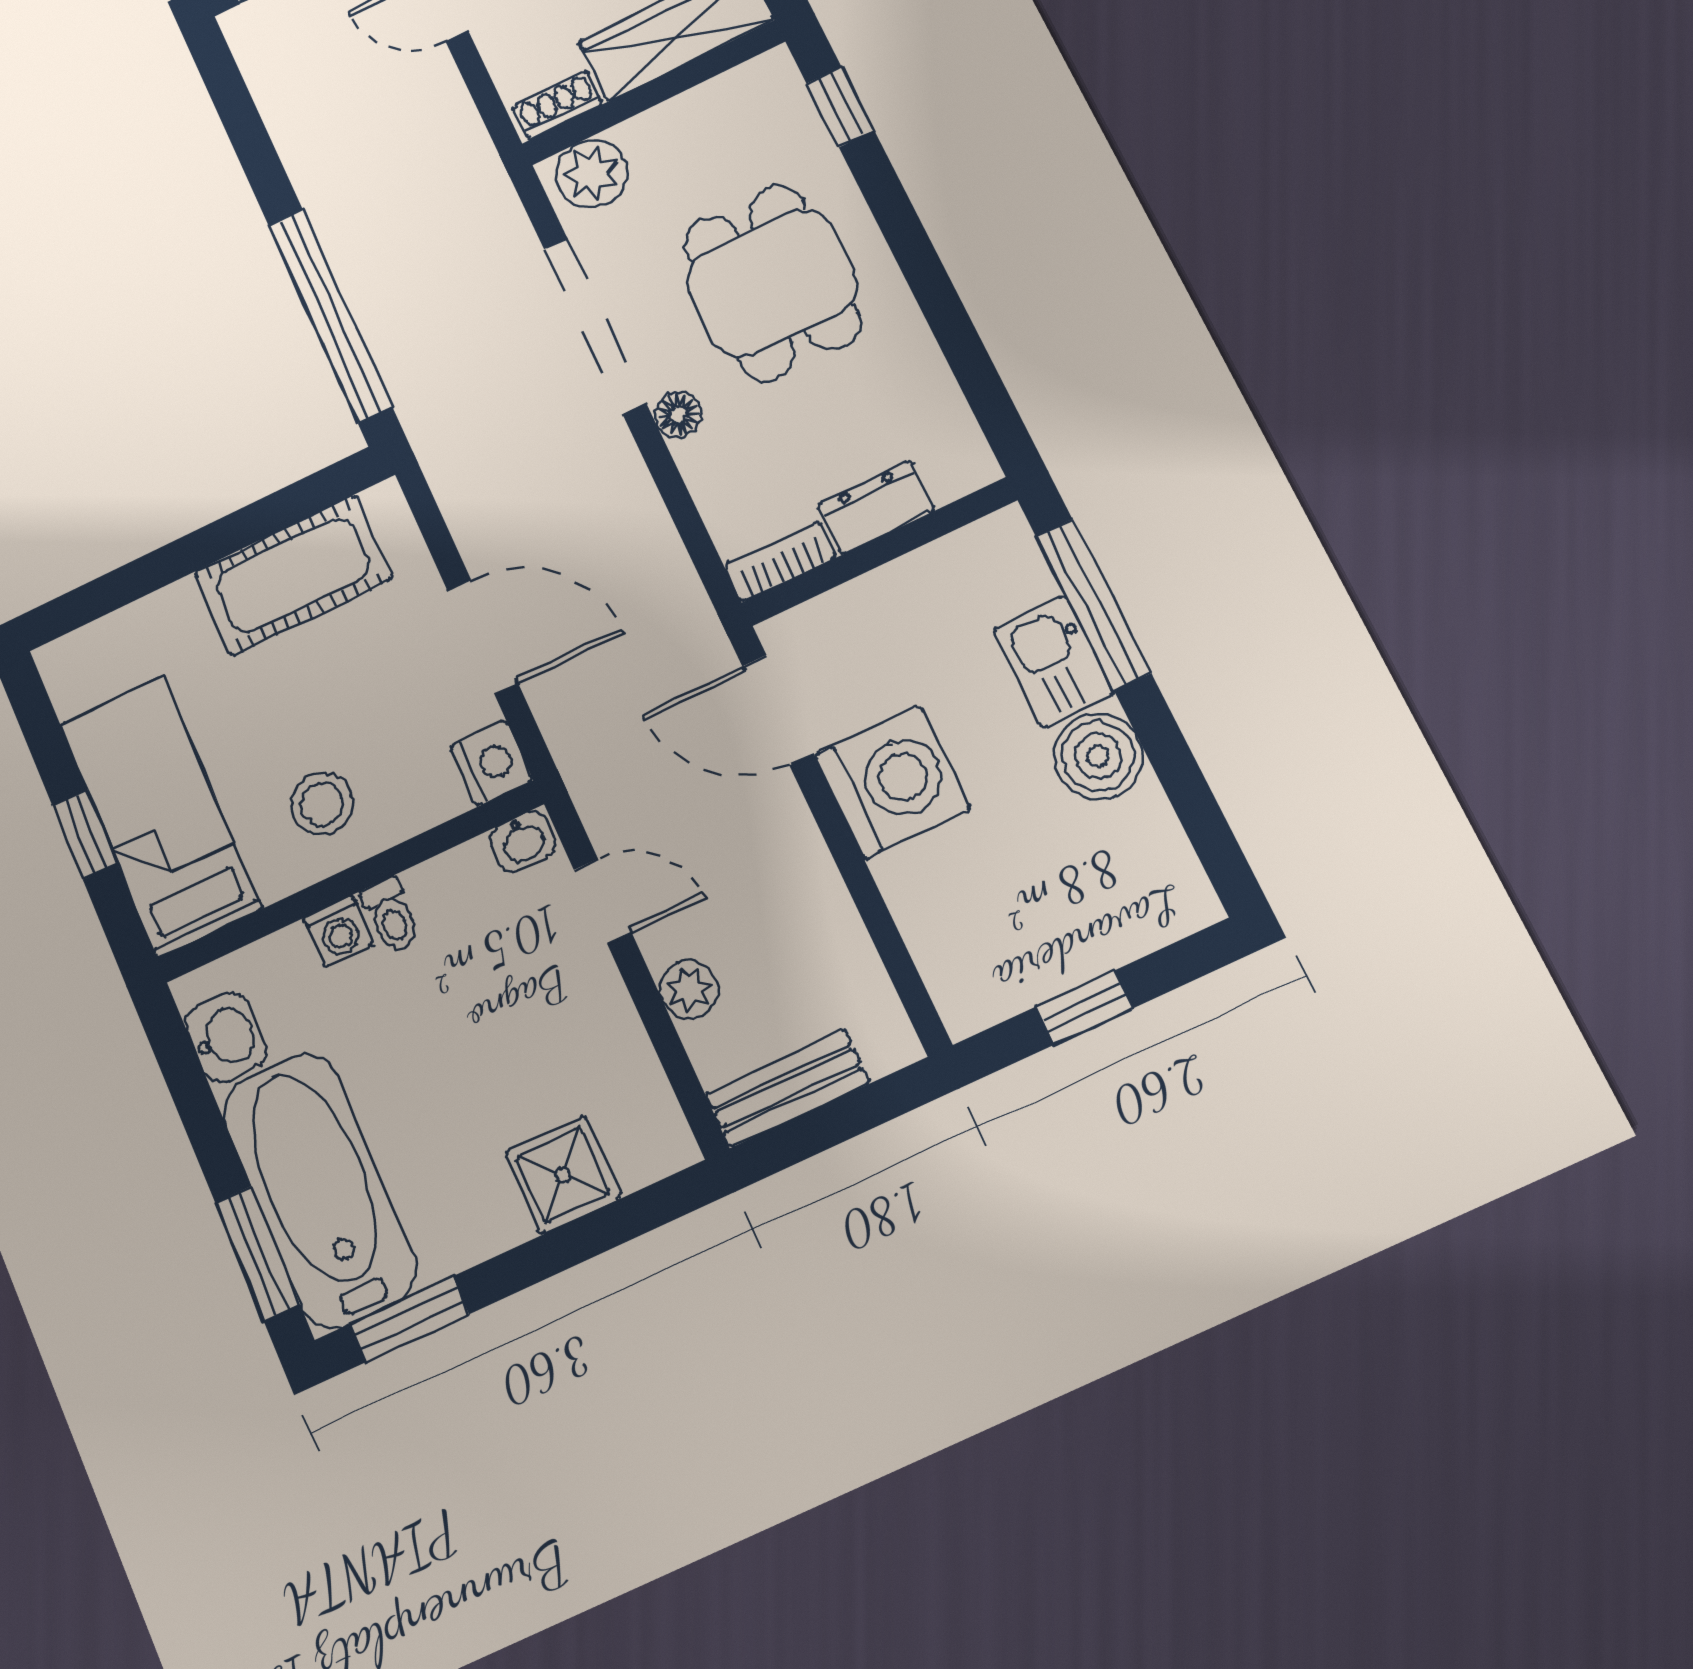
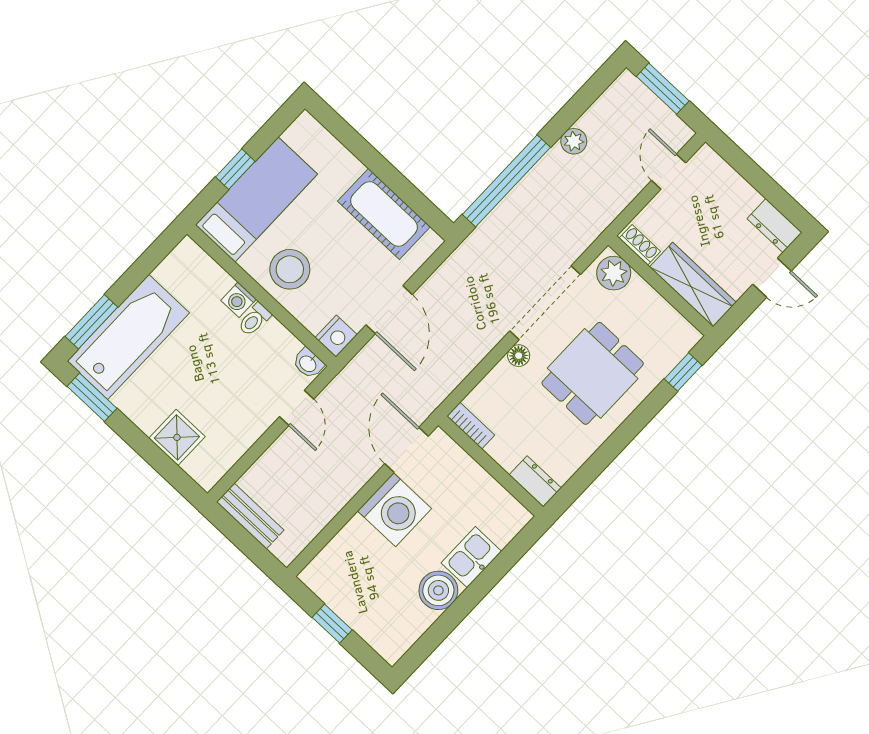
dresser: (876, 507) -> (535, 481), moved
window: (1093, 604) -> (502, 564), removed
stool: (322, 804) -> (290, 269), width x1.38, depth x1.38
plant: (689, 990) -> (574, 141), moved
washbasin: (226, 1037) -> (174, 270), removed

